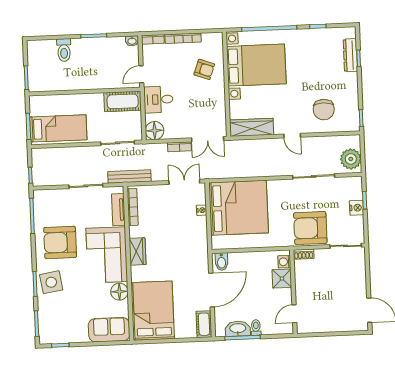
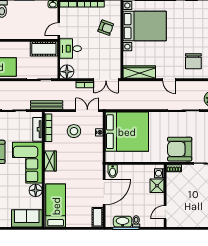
stool: (167, 210) -> (74, 131), added
bed: (154, 311) -> (56, 206), width x0.67

